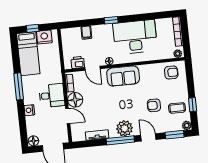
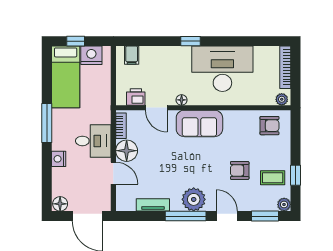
filing cabinet: (86, 33) -> (132, 55), moved

